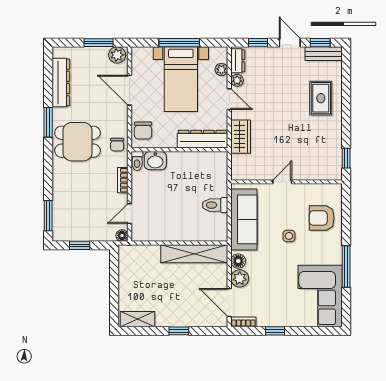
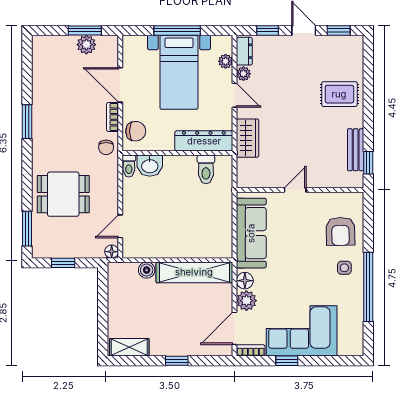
bench: (324, 54) -> (356, 150), moved, turned 90
plant: (117, 55) -> (86, 45), moved
dresser: (61, 82) -> (42, 76), removed
rug: (321, 98) -> (339, 94), turned 90
chair: (143, 131) -> (136, 131), turned -90
dining table: (77, 142) -> (63, 194), moved
bookcase: (123, 180) -> (112, 117), moved
toilet: (215, 205) -> (206, 169), moved, turned -90
armchair: (322, 218) -> (340, 231), turned -91
side table: (289, 236) -> (344, 268), moved
boiler: (153, 252) -> (147, 270), added
window: (346, 266) -> (368, 287), width x1.46
corner sofa: (320, 296) -> (302, 331), moved, turned 90
door: (229, 303) -> (235, 328), hinge flipped

